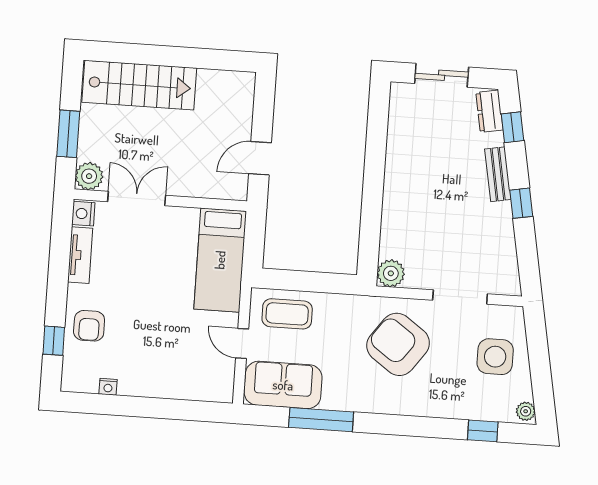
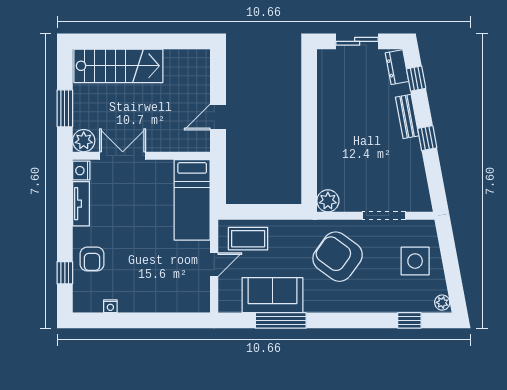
door: (242, 343) -> (214, 265), swing flipped
sofa: (283, 385) -> (272, 295), moved

